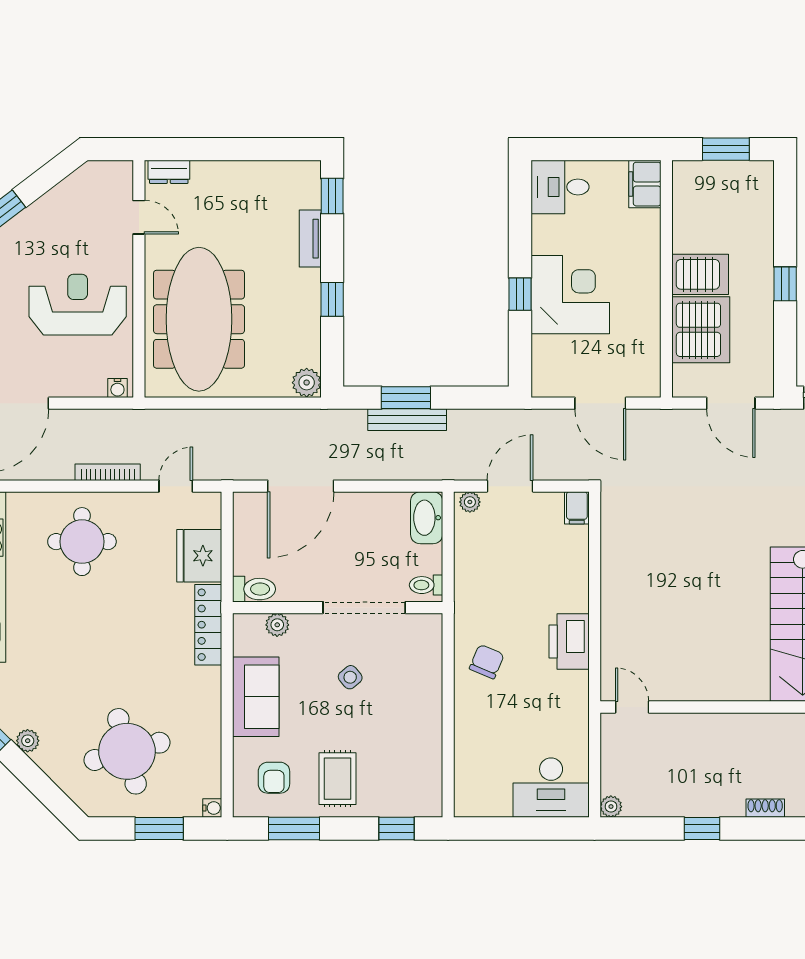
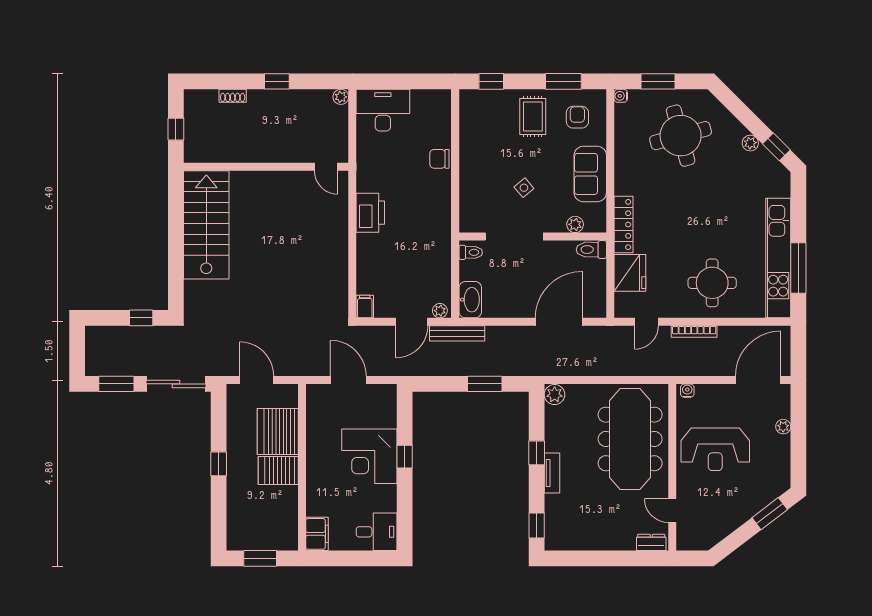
tv unit: (310, 239) -> (552, 473), moved
bench: (407, 420) -> (457, 333), moved
chair: (487, 662) -> (439, 159), moved, turned 67

